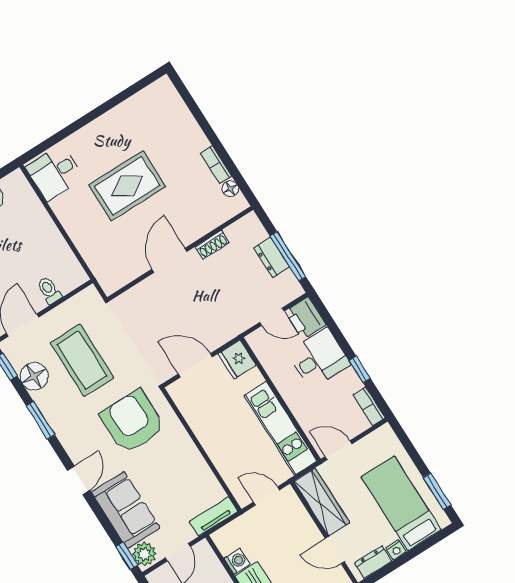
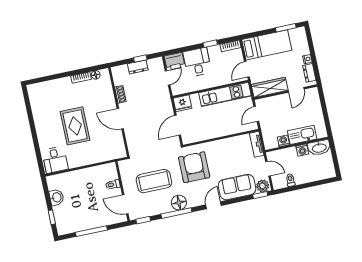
window: (288, 256) -> (140, 59), width x0.46
floor lamp: (34, 376) -> (179, 203), moved
window: (40, 420) -> (176, 213), width x1.44
armchair: (133, 422) -> (194, 167), turned 90
door: (79, 480) -> (213, 205), hinge flipped
bed: (401, 503) -> (267, 45), moved, turned 180

